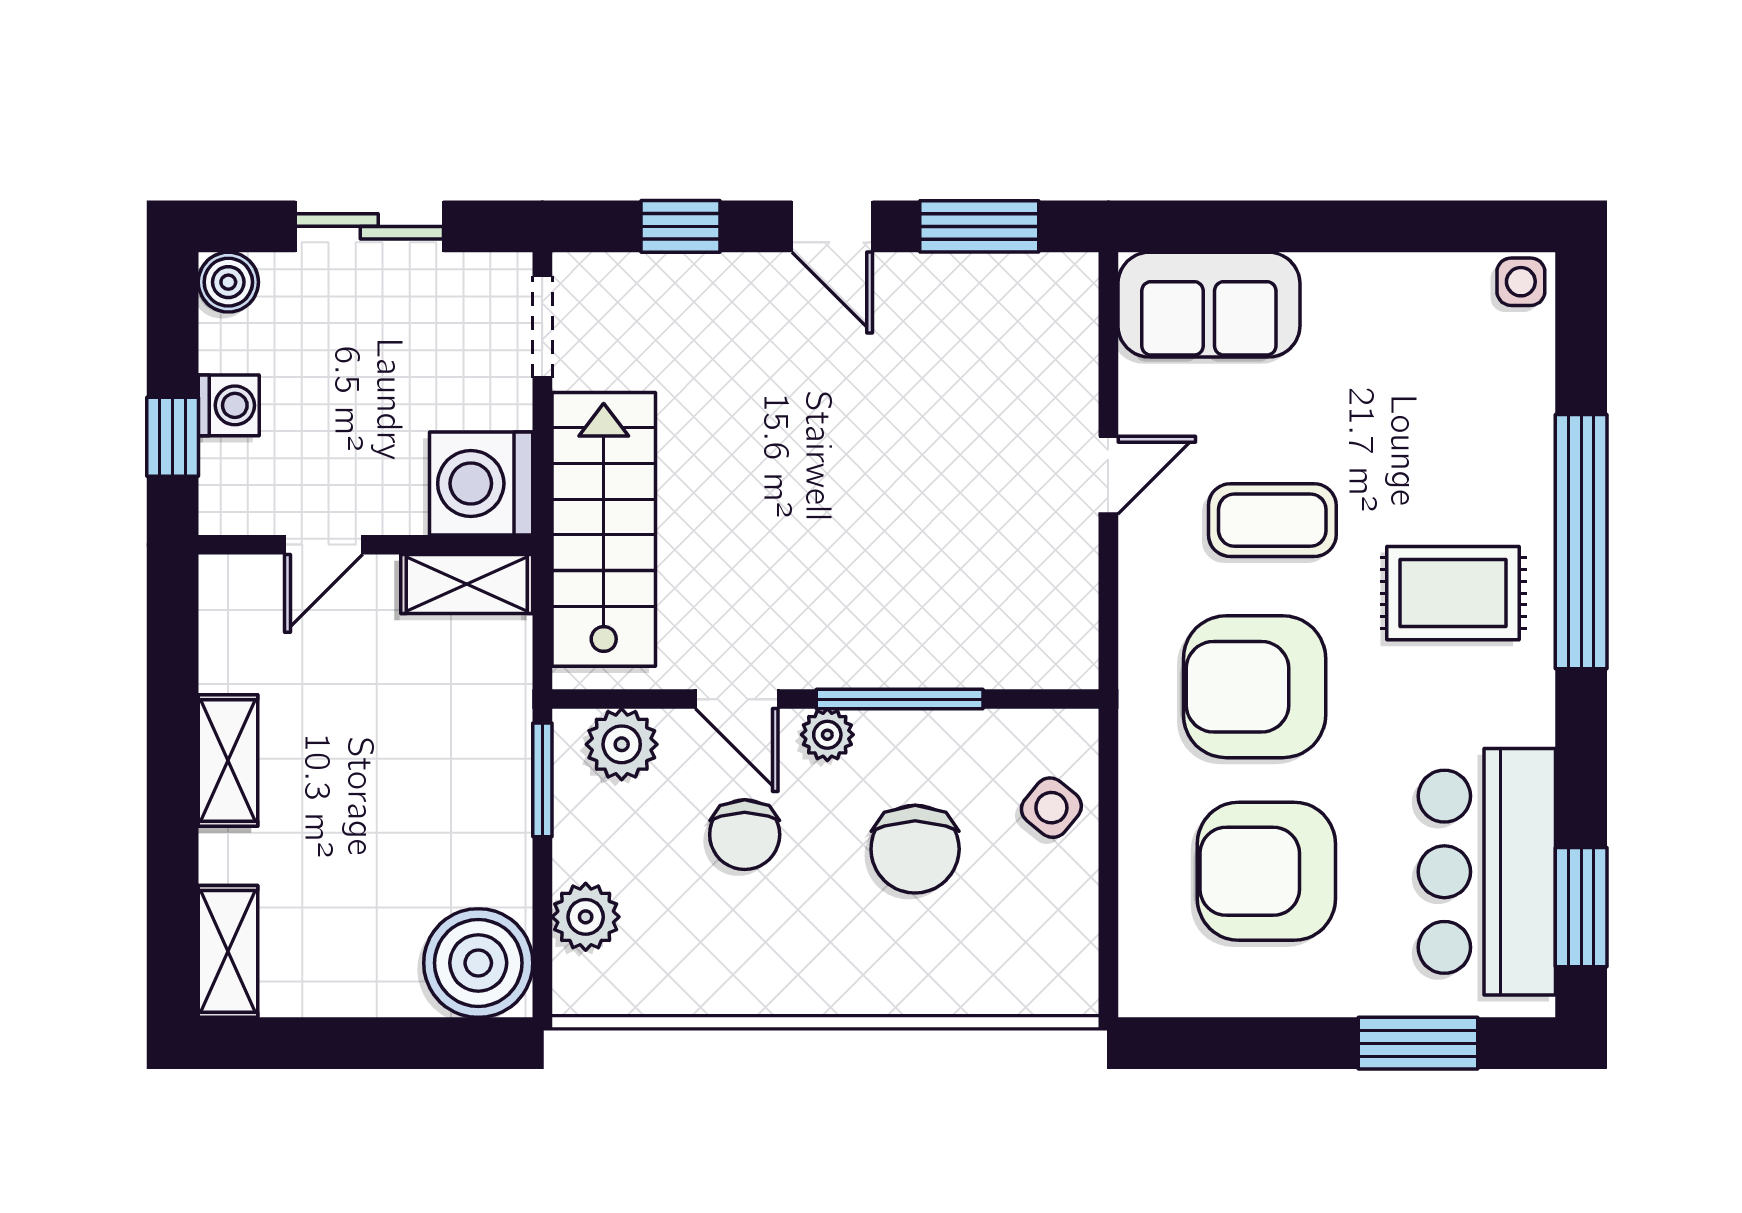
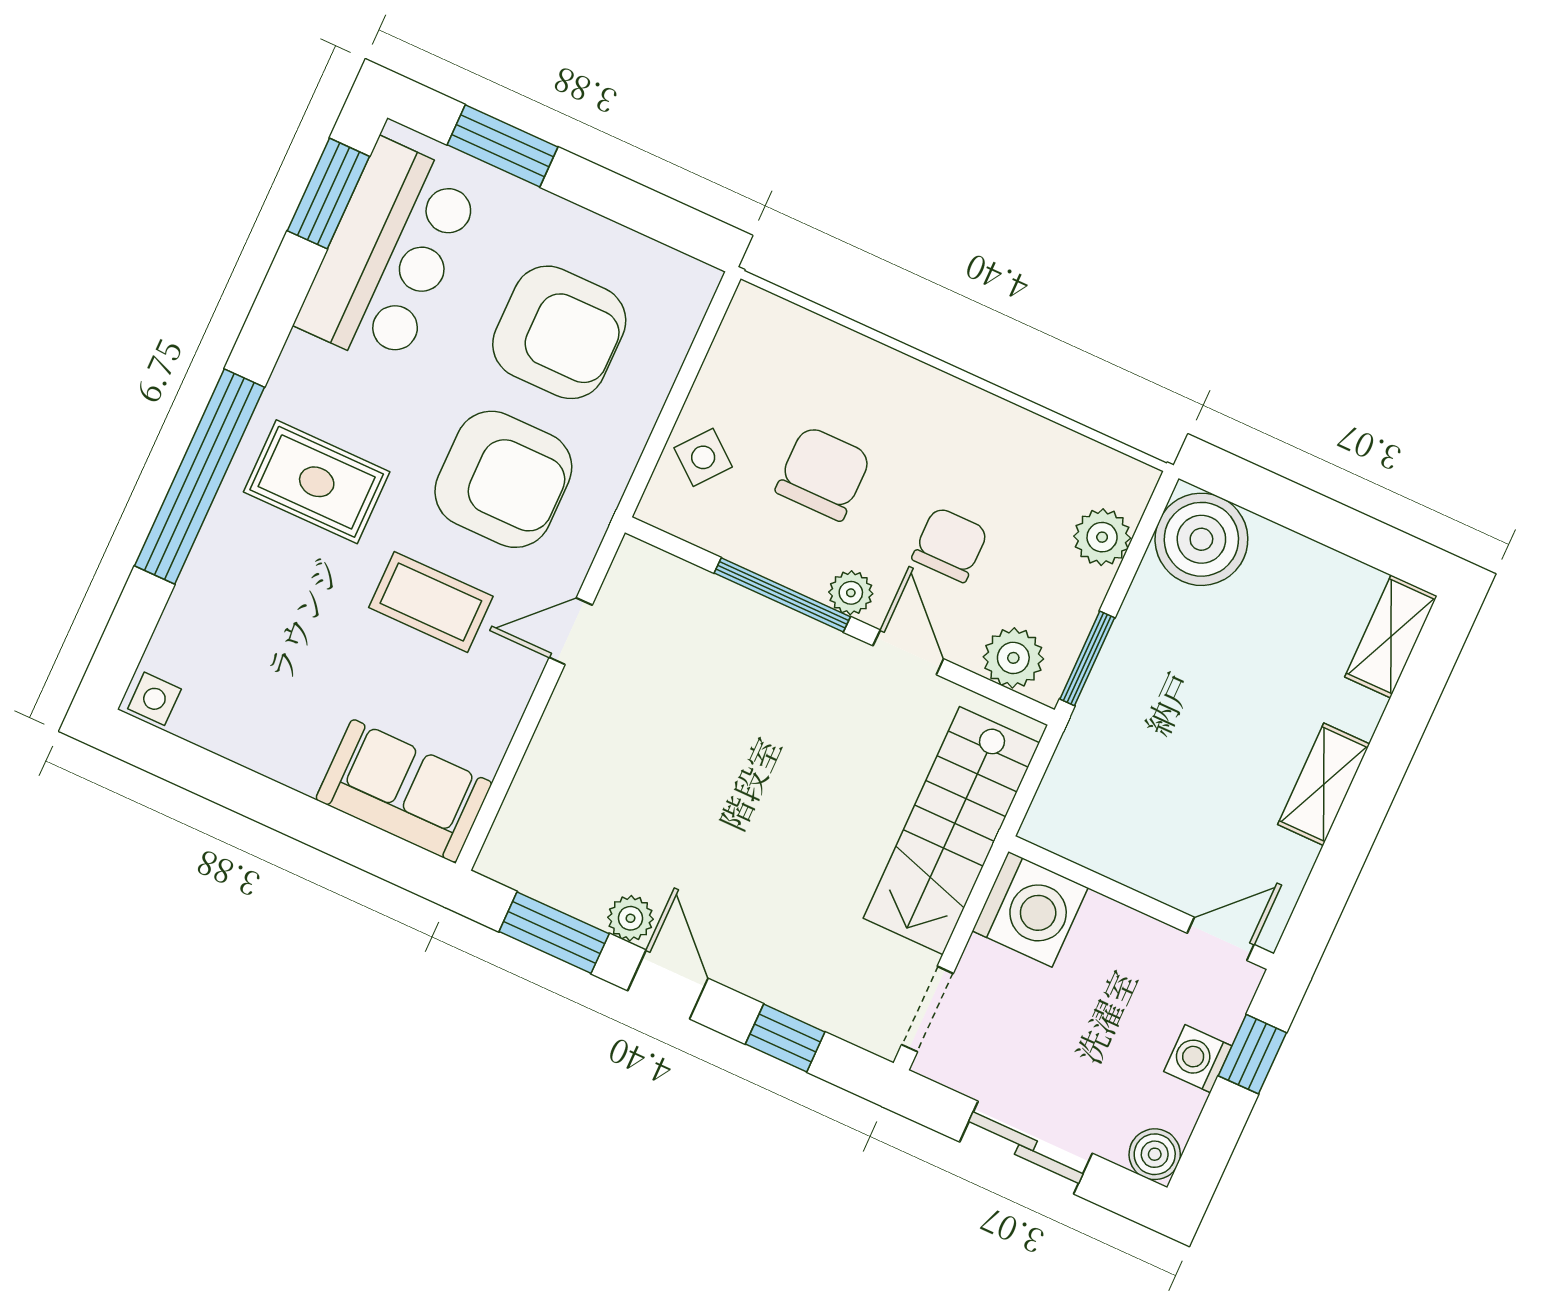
plant: (904, 279) -> (630, 918), added
door: (1108, 475) -> (571, 631), moved
door: (324, 545) -> (1221, 939), moved
shelving: (467, 584) -> (1077, 837), removed

